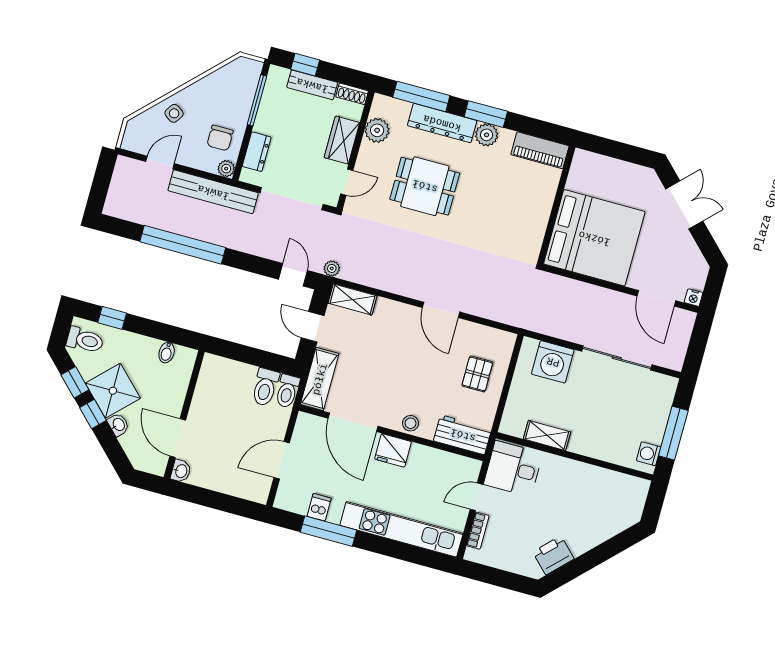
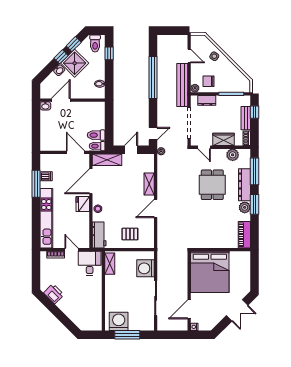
shelving: (353, 300) -> (149, 184), moved
shelving: (547, 435) -> (110, 264), moved
washing machine: (649, 454) -> (119, 321), width x1.89, depth x1.89
door: (282, 460) -> (75, 152), moved

